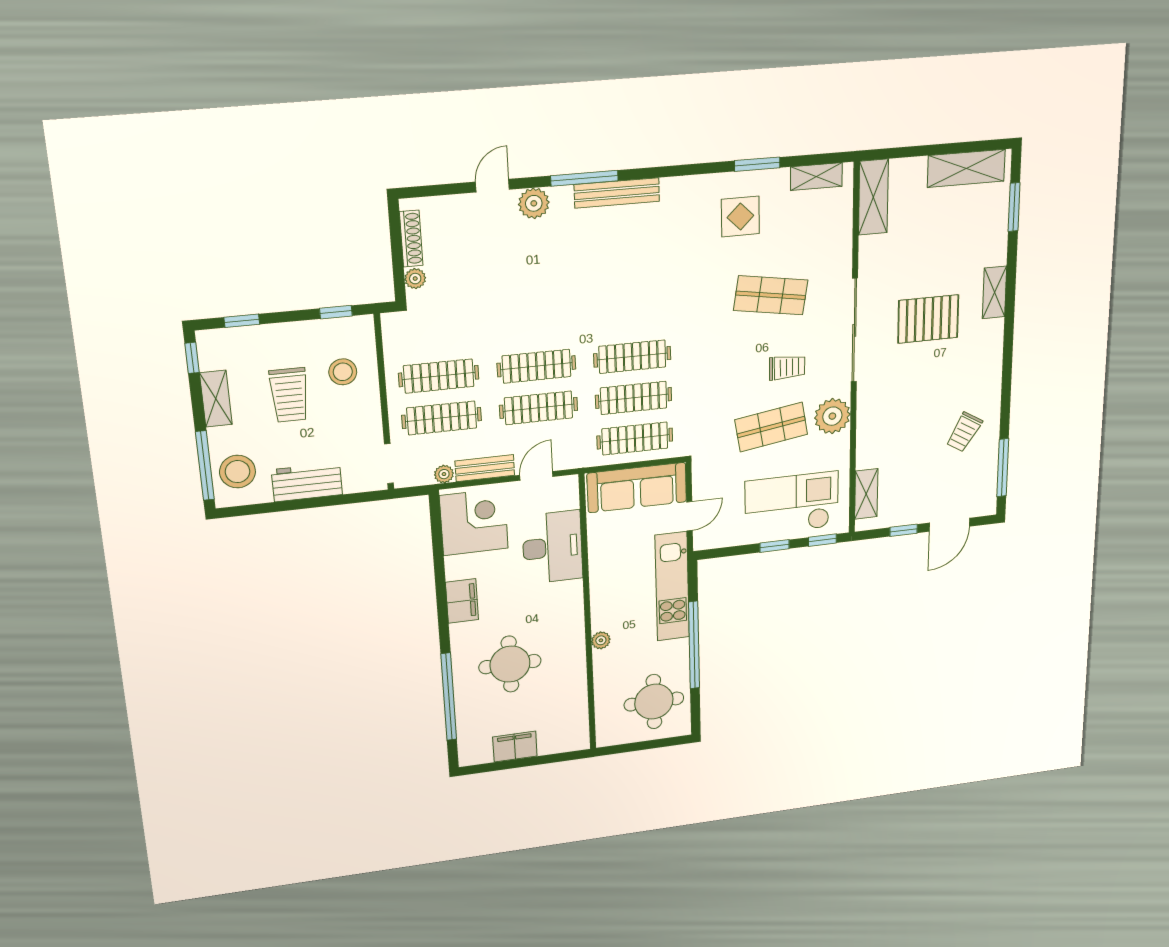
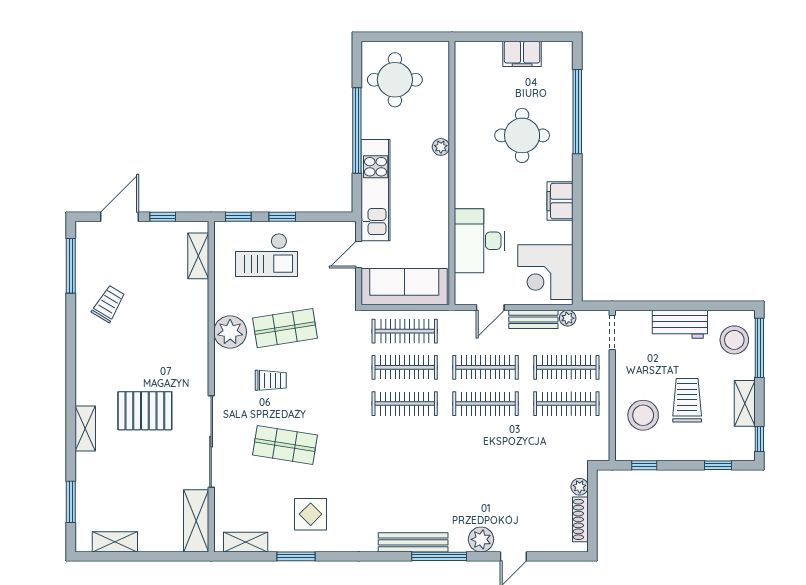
shelving: (966, 168) -> (115, 542), width x0.67, depth x0.75
sliding door: (854, 330) -> (211, 442), moved
trolley: (787, 367) -> (271, 380), turned 180
stool: (343, 372) -> (643, 415), width x1.38, depth x1.38
checkout: (792, 504) -> (267, 255), width x0.73, depth x0.83

